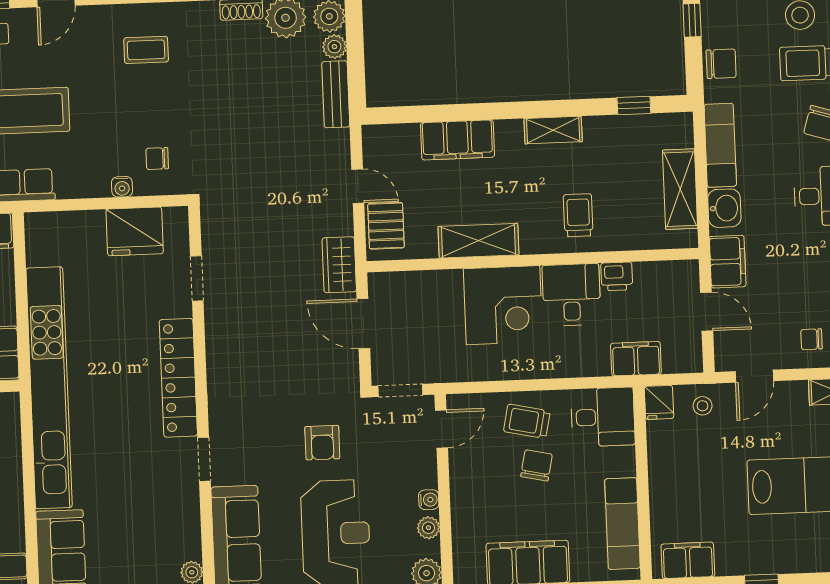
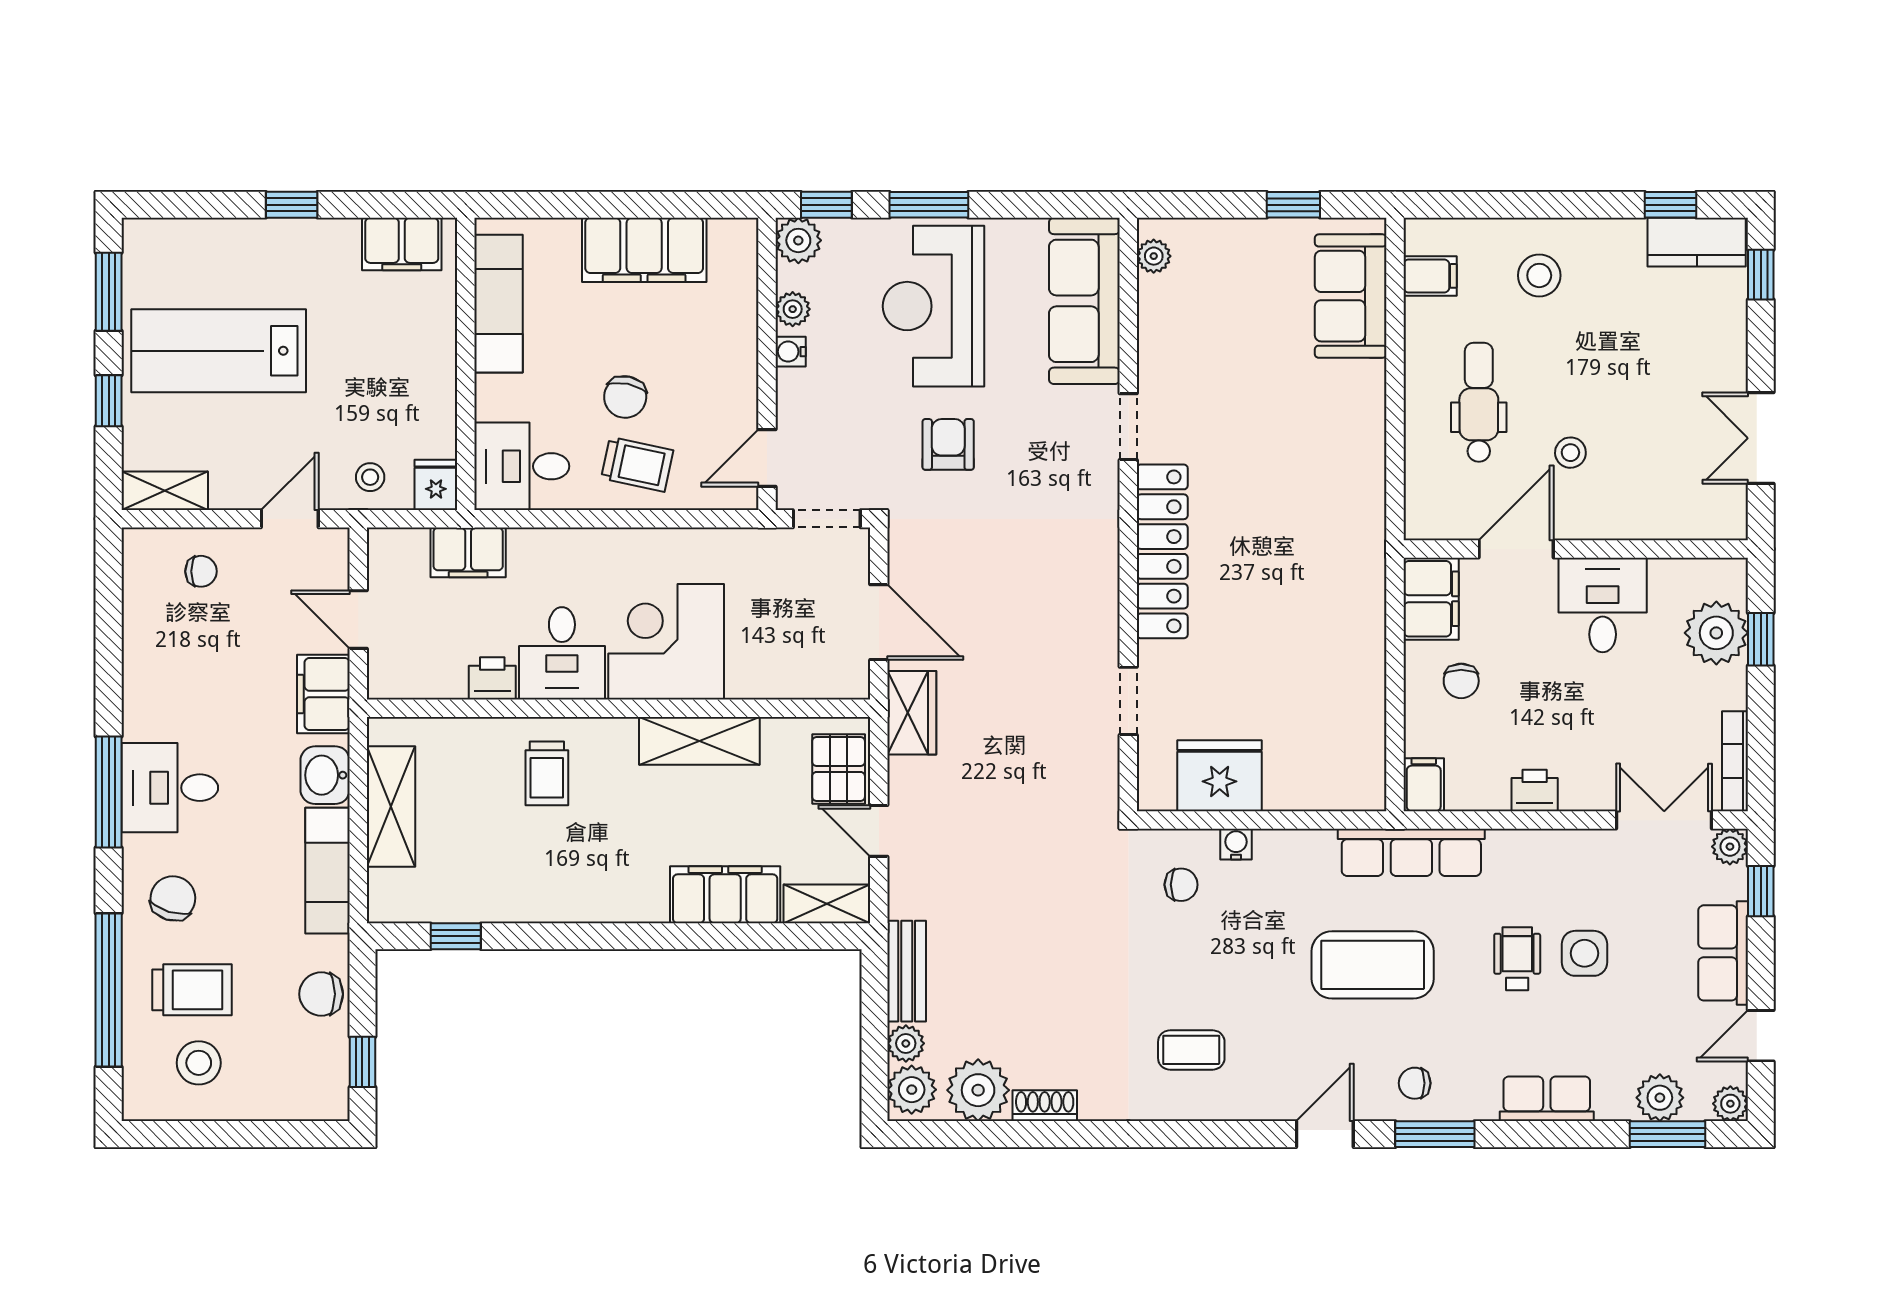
shelving: (553, 130) -> (827, 904), moved
kitchen unit: (49, 388) -> (1359, 544), removed

